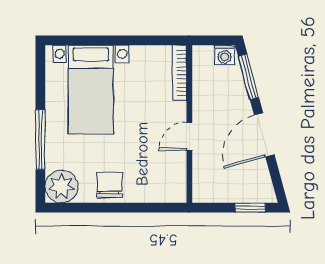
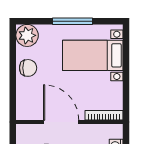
door: (189, 136) -> (61, 122), width x1.88
window: (40, 140) -> (73, 21), moved

